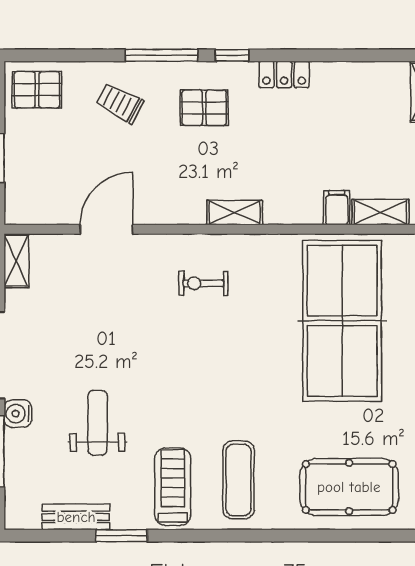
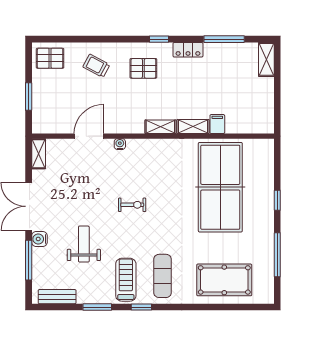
window: (161, 55) -> (224, 39), moved
shelving: (380, 212) -> (193, 127), moved
water cooler: (162, 243) -> (120, 144), added
exercise bike: (203, 283) -> (132, 205), moved, turned 180
bench: (76, 517) -> (57, 297), moved
window: (200, 536) -> (141, 307), added

